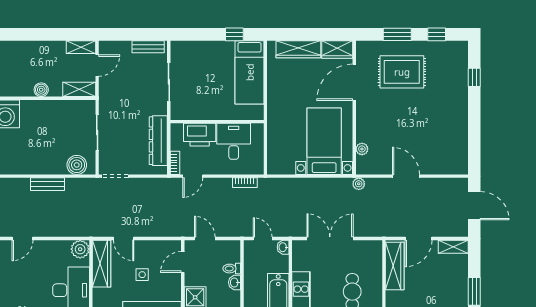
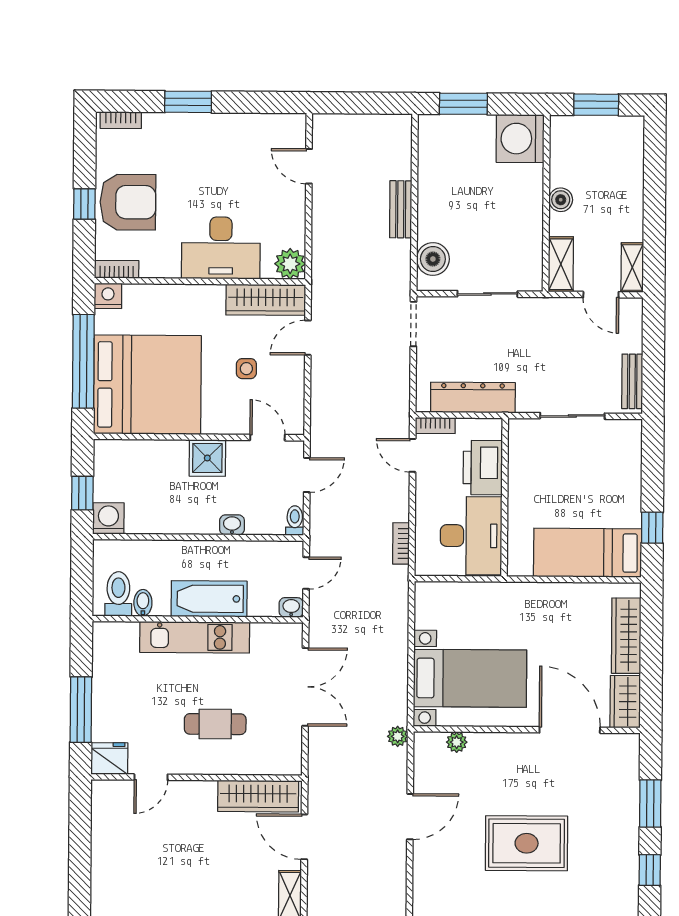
rug: (402, 72) -> (527, 843), moved, turned 90
desk: (234, 141) -> (471, 536), width x1.37
toilet: (232, 269) -> (295, 521), moved

